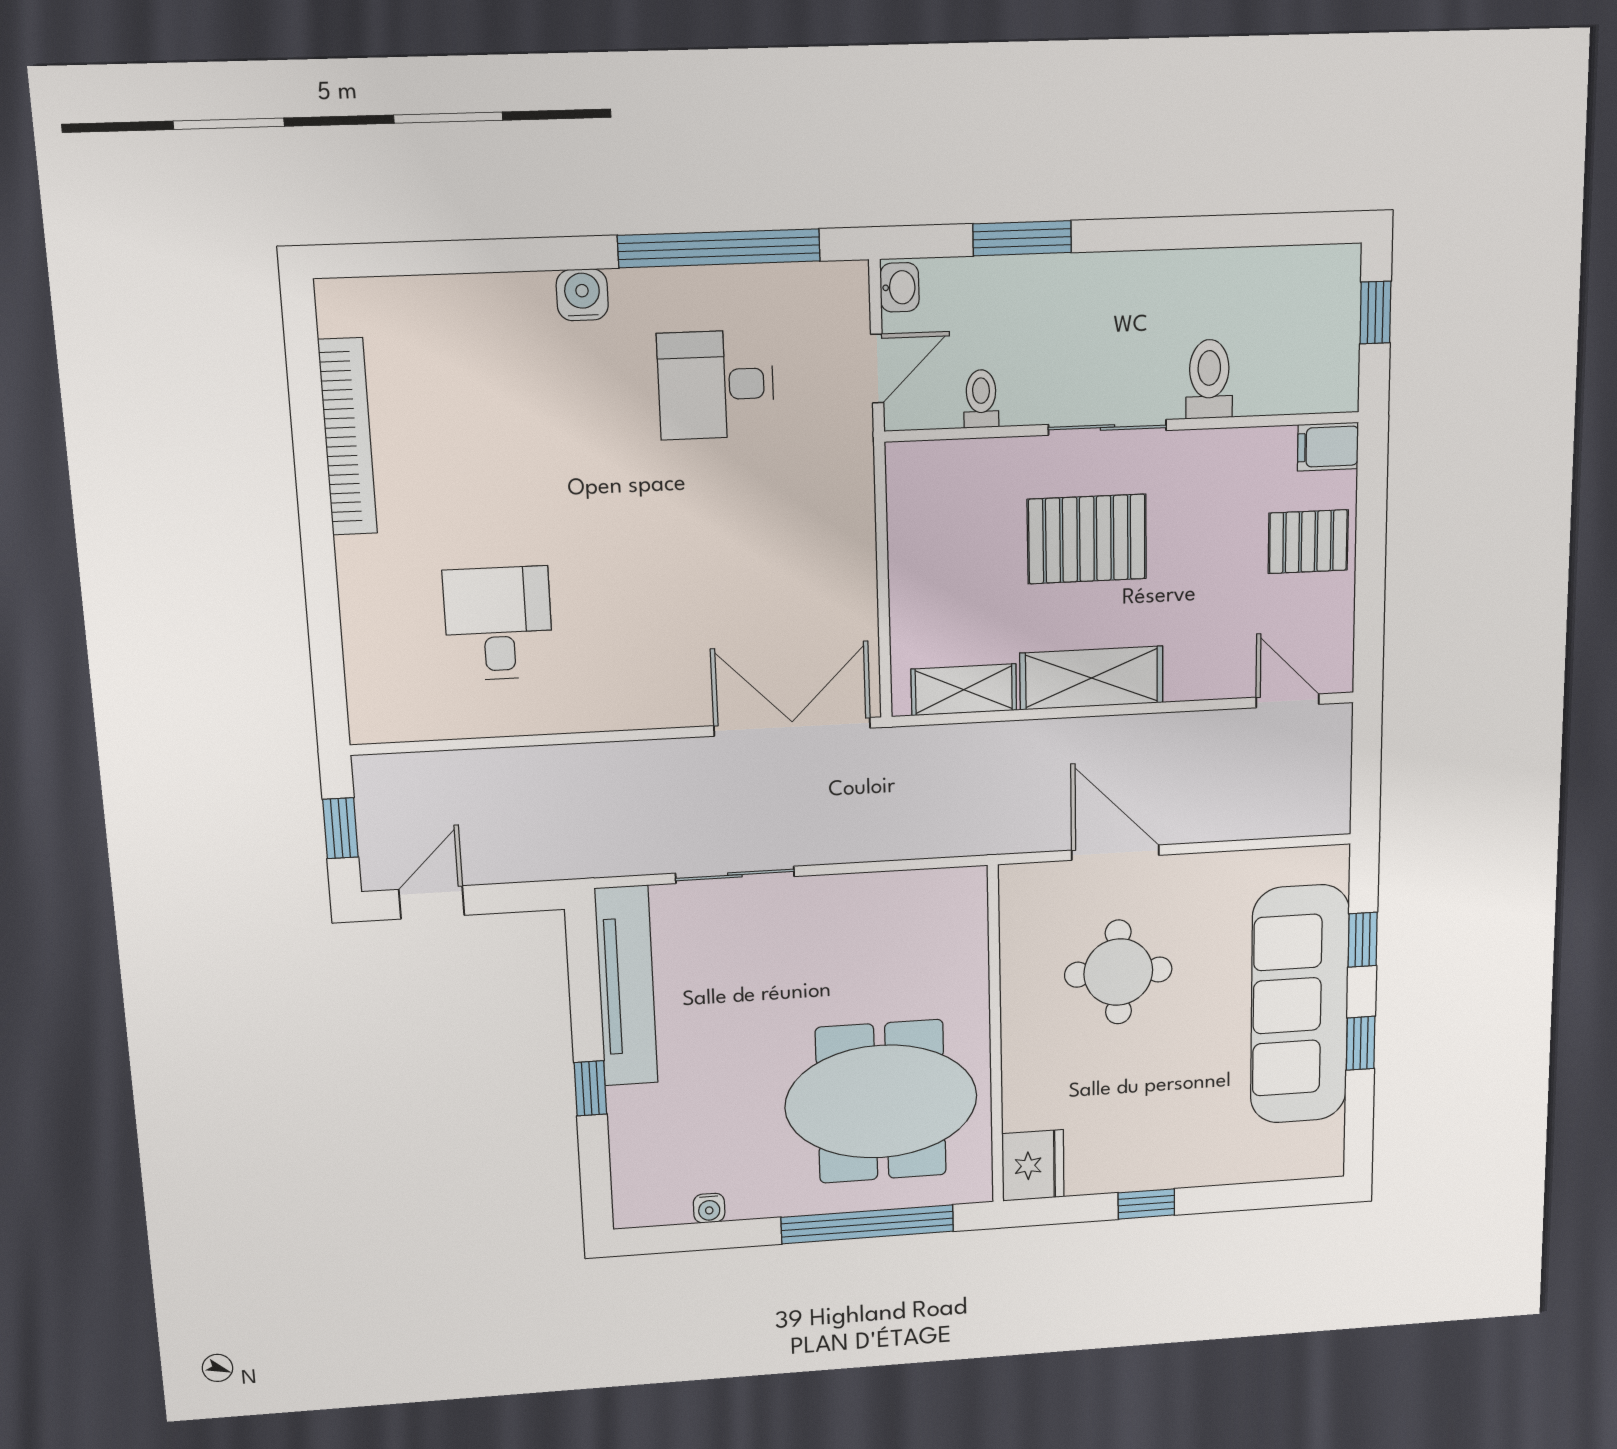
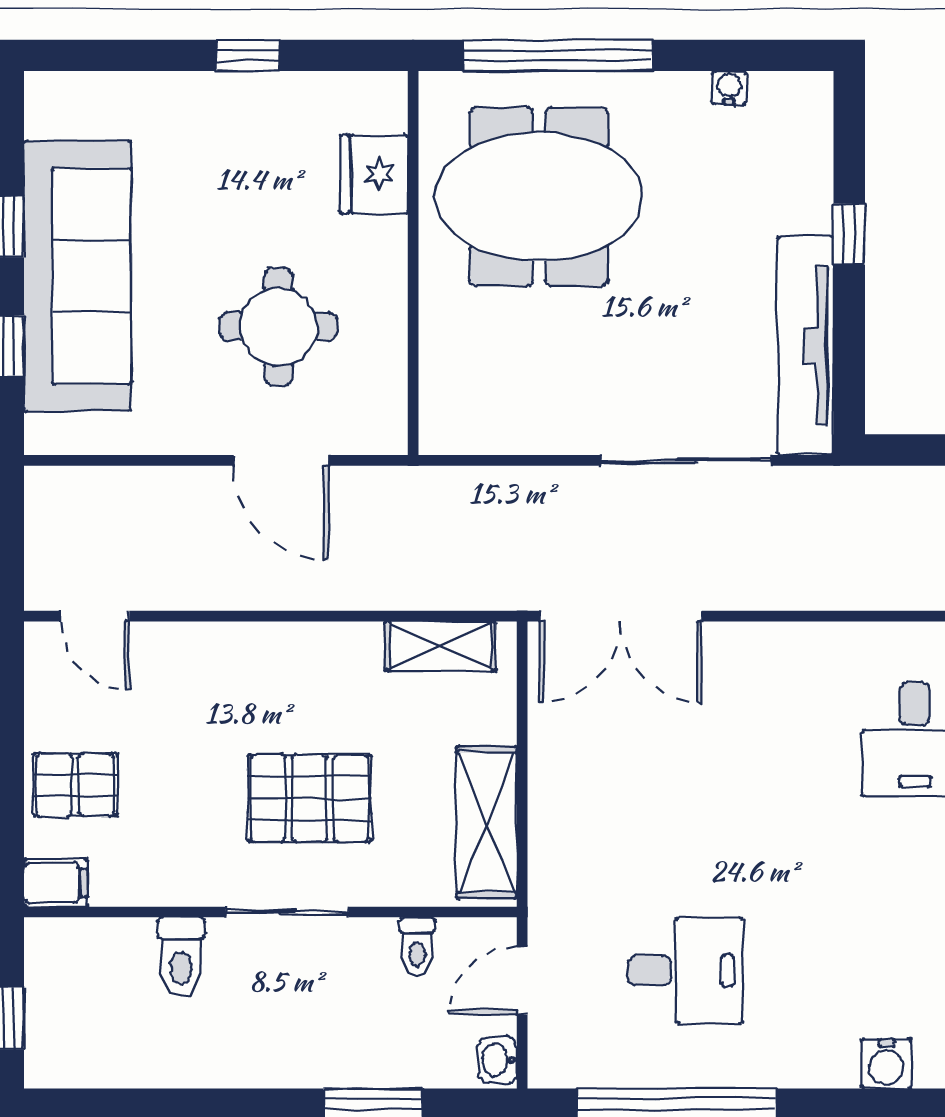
water cooler: (582, 295) -> (886, 1064), moved
shelving: (1092, 678) -> (487, 822), moved, turned 90
sliding door: (735, 875) -> (686, 460), width x1.37
fridge: (1033, 1165) -> (374, 174), moved

